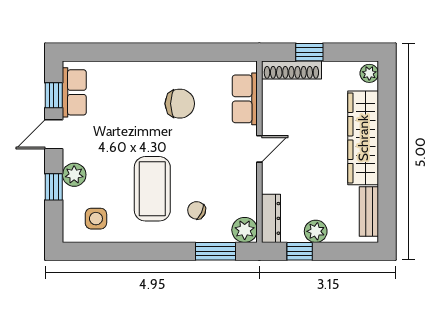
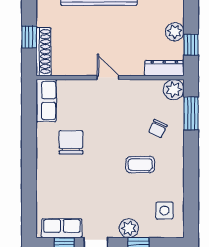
row of seats: (245, 99) -> (46, 100), moved, turned -90
coffee table: (152, 189) -> (140, 165), width x0.54, depth x0.58

